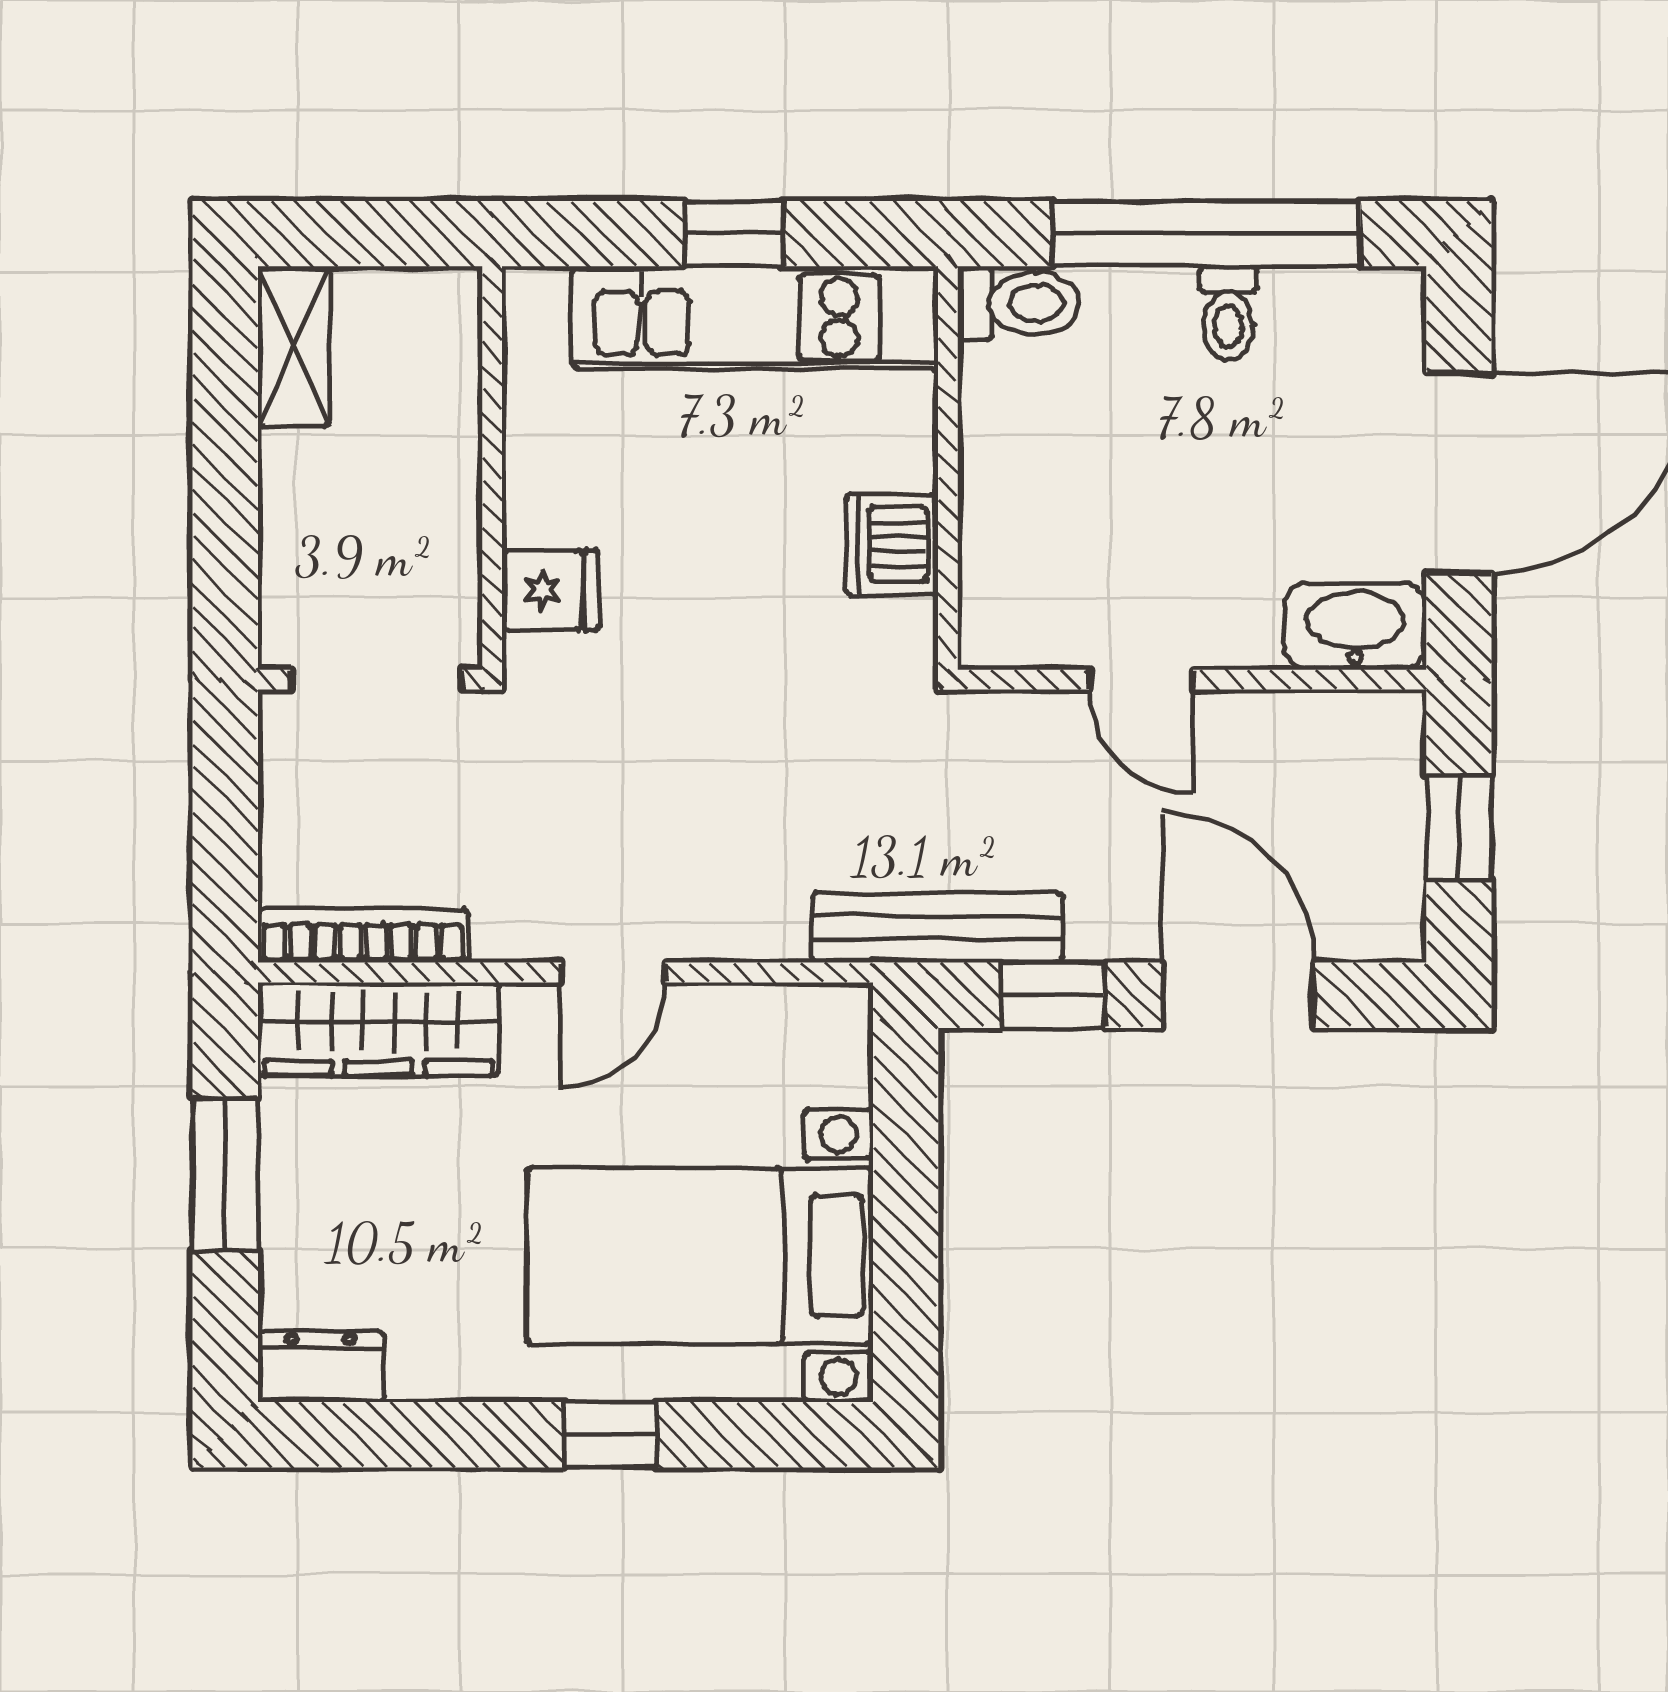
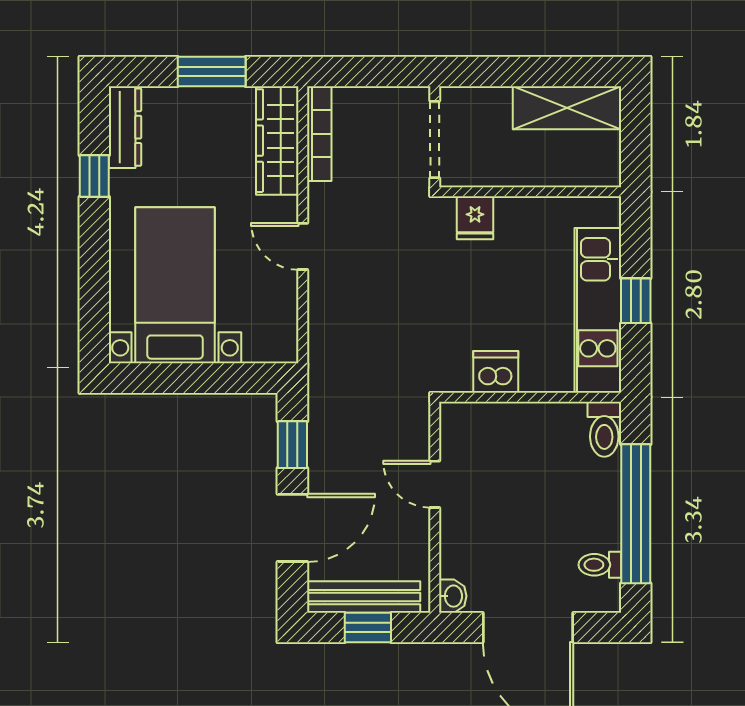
toilet: (1228, 313) -> (600, 565), moved
shelving: (294, 346) -> (567, 108), width x1.50, depth x1.33
washbasin: (1355, 626) -> (453, 596), width x0.52, depth x0.69
door: (1141, 680) -> (435, 484), hinge flipped
bench: (938, 928) -> (364, 597), moved, turned 90
dresser: (321, 1367) -> (125, 127), width x1.44
window: (610, 1435) -> (94, 176), moved

